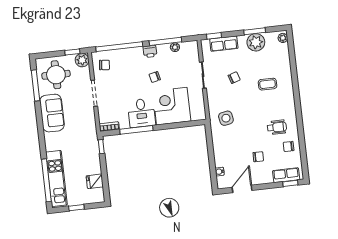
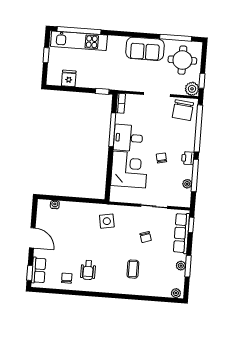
plant: (256, 42) -> (181, 266), width x0.53, depth x0.53
row of seats: (224, 44) -> (181, 233), width x1.48
chair: (104, 65) -> (183, 110), width x1.87, depth x1.87
chair: (258, 157) -> (62, 246), removed
door: (242, 189) -> (32, 238), moved

